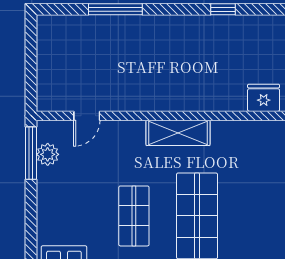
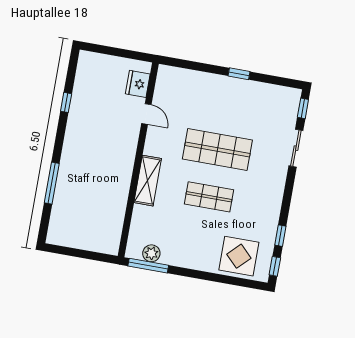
door: (87, 116) -> (146, 114), moved
shelving: (178, 133) -> (148, 181), moved

